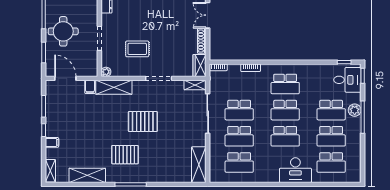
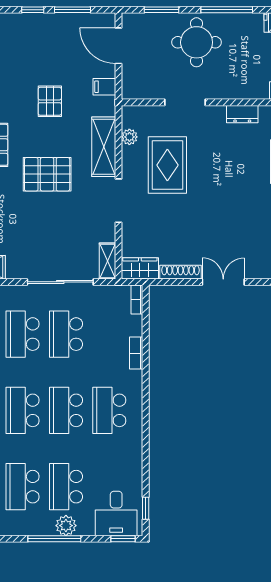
rug: (137, 49) -> (167, 165), width x1.36, depth x1.43
plant: (106, 72) -> (129, 137), moved
door: (65, 78) -> (119, 46), swing flipped
shelving: (114, 87) -> (104, 147), moved
pallet: (99, 120) -> (50, 101), added
pallet: (143, 121) -> (47, 174), turned 90
filing cabinet: (52, 142) -> (12, 24), removed

